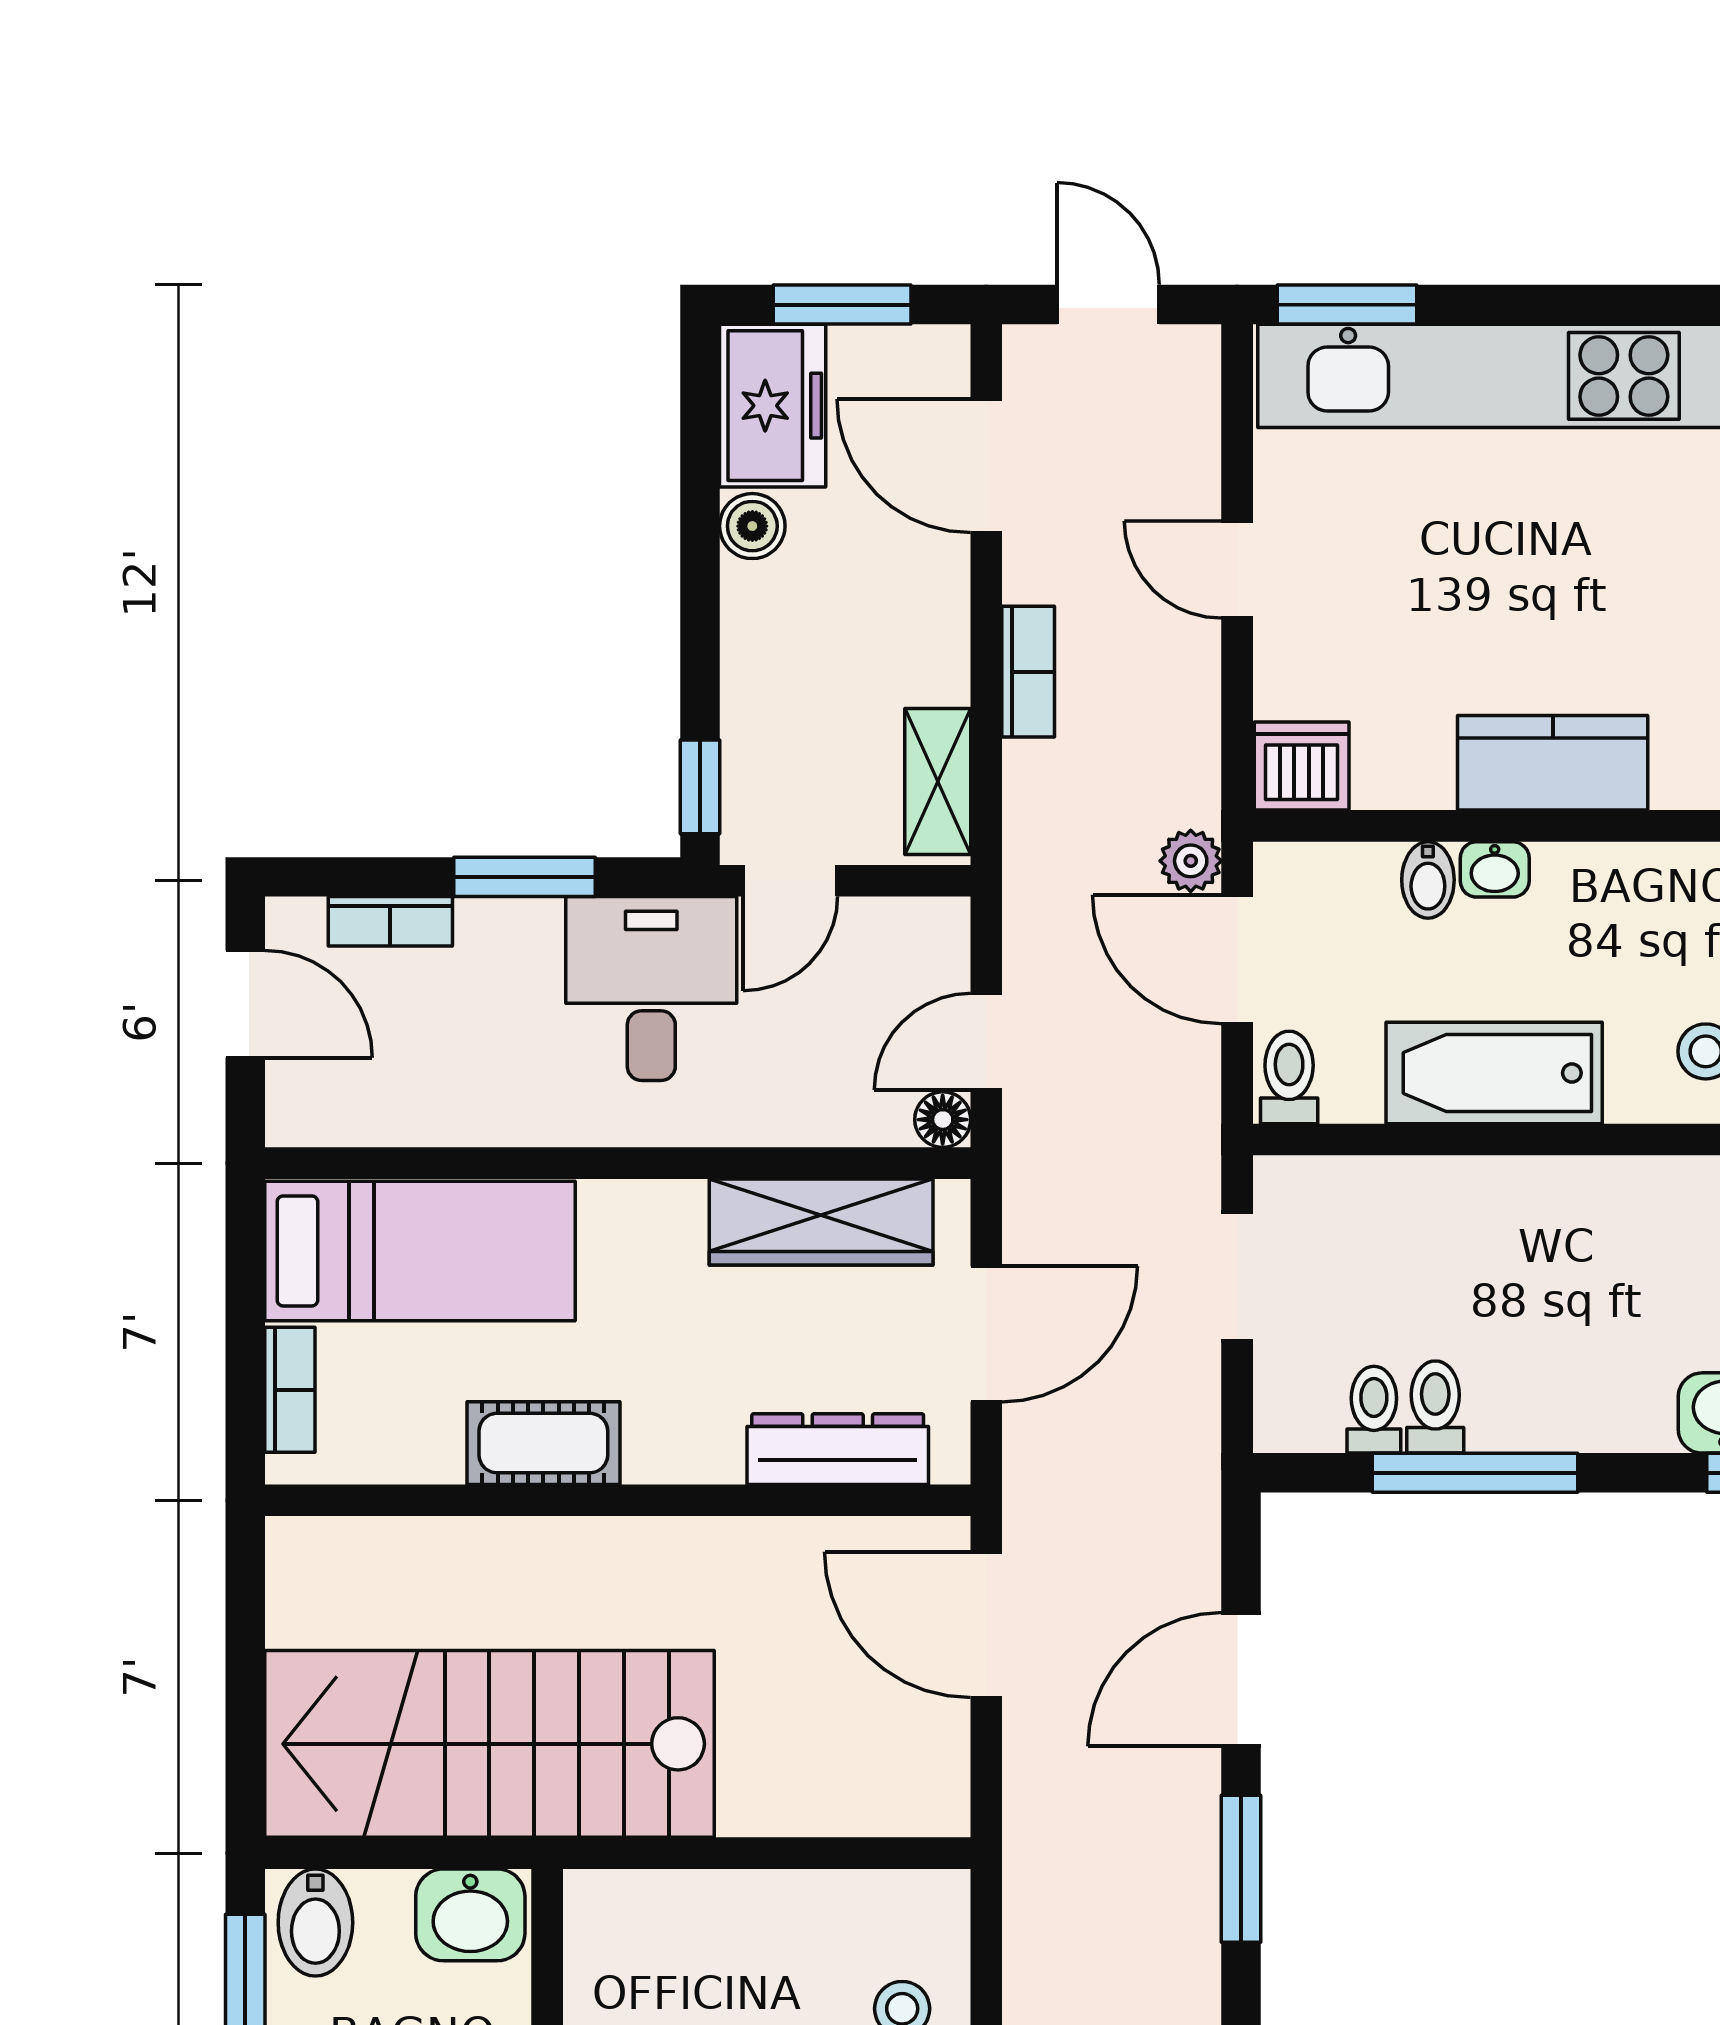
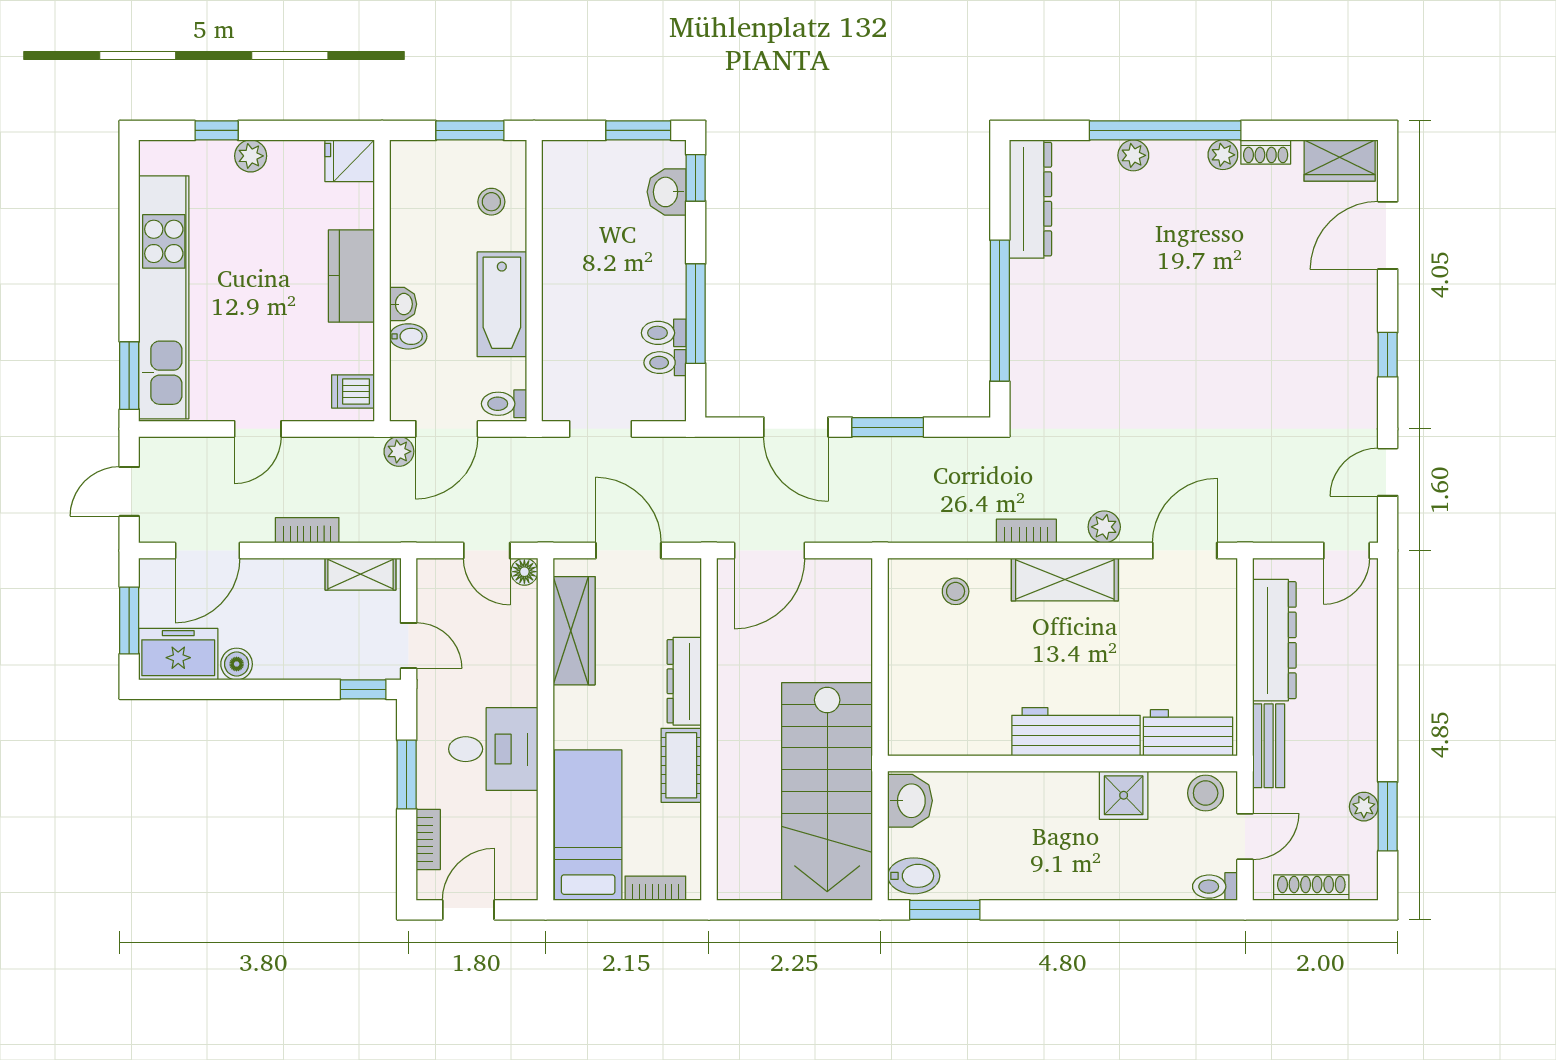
dishwasher: (1302, 766) -> (353, 391), width x0.73
desk: (651, 989) -> (493, 749), moved, turned 180
dresser: (838, 1449) -> (684, 681), moved

